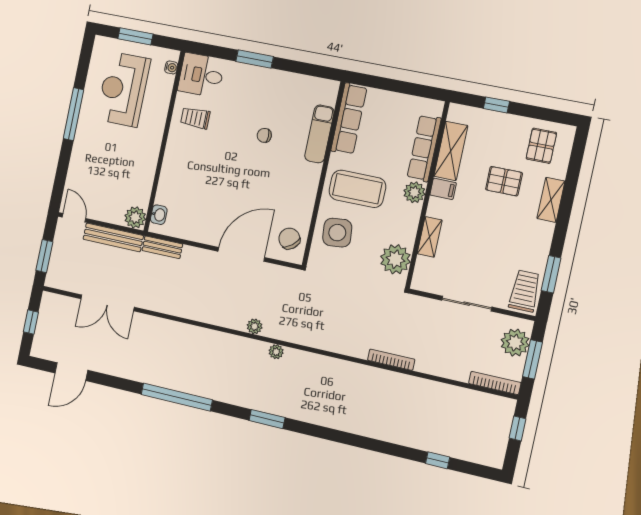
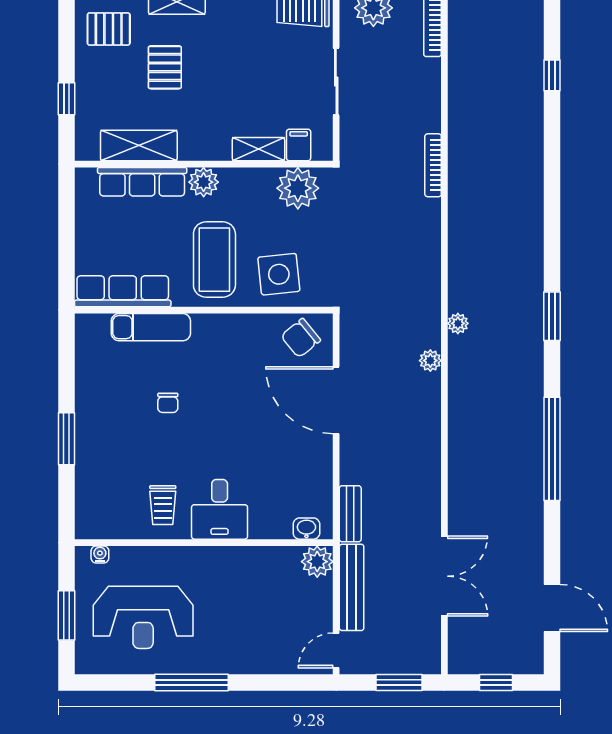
desk: (201, 75) -> (220, 509), moved
filing cabinet: (443, 189) -> (299, 145), moved

